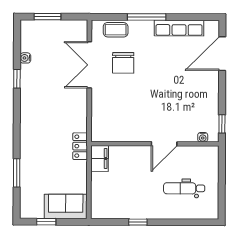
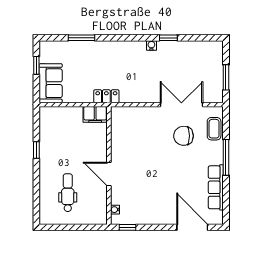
window: (48, 17) -> (226, 77), moved
water cooler: (25, 58) -> (151, 45), moved

